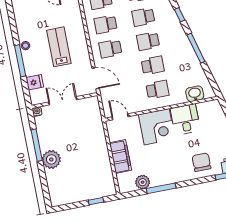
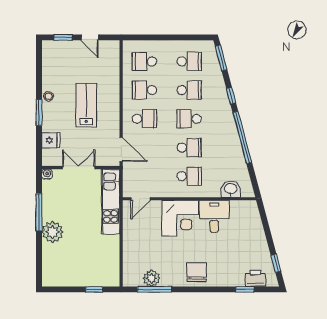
school desk: (143, 17) -> (189, 90), turned 180
window: (196, 48) -> (242, 137), width x1.46
school desk: (110, 49) -> (145, 119), turned 180
window: (20, 61) -> (39, 112), width x0.69
door: (120, 117) -> (141, 199), swing flipped
kitchen unit: (95, 124) -> (111, 201), added
filing cabinet: (120, 157) -> (132, 244), removed
chair: (201, 162) -> (197, 272), moved
window: (161, 188) -> (155, 289), moved

